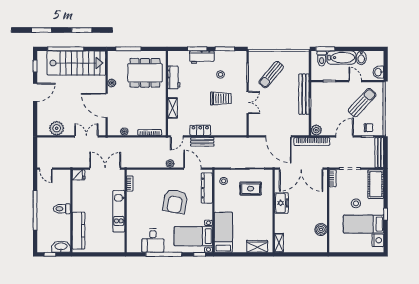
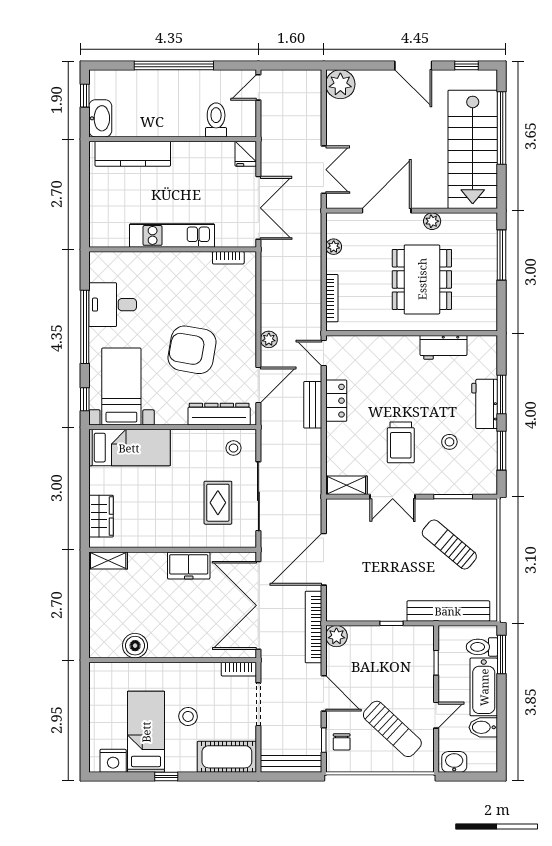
dining table: (145, 73) -> (422, 279), moved
bench: (304, 94) -> (448, 611), moved
shelving: (173, 108) -> (346, 485), moved
plant: (57, 128) -> (340, 84), moved
toilet: (62, 209) -> (216, 120), moved

